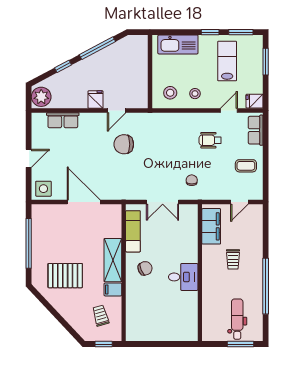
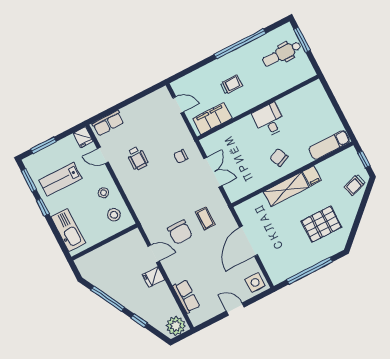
coffee table: (246, 166) -> (205, 218), moved
exam couch: (133, 231) -> (329, 145), moved
pallet: (65, 276) -> (321, 224), turned 90
trolley: (101, 316) -> (355, 185), moved

